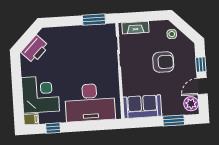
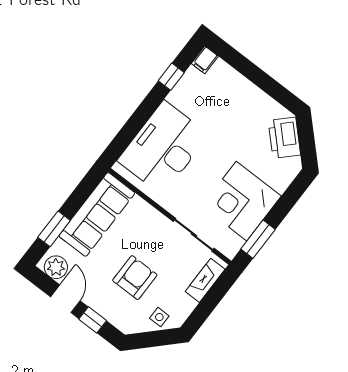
armchair: (163, 62) -> (135, 278), turned 180
corner desk: (40, 94) -> (241, 201), moved, turned 90
sofa: (142, 107) -> (97, 214), width x1.36

